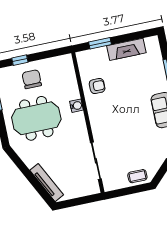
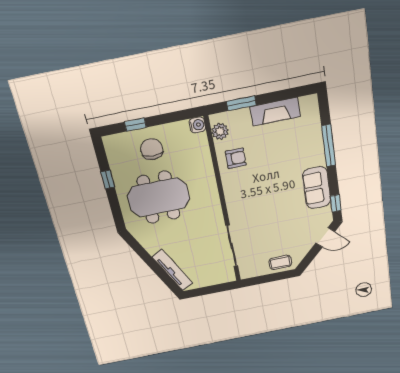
plant: (84, 65) -> (220, 131), added
water cooler: (76, 106) -> (197, 125), moved

